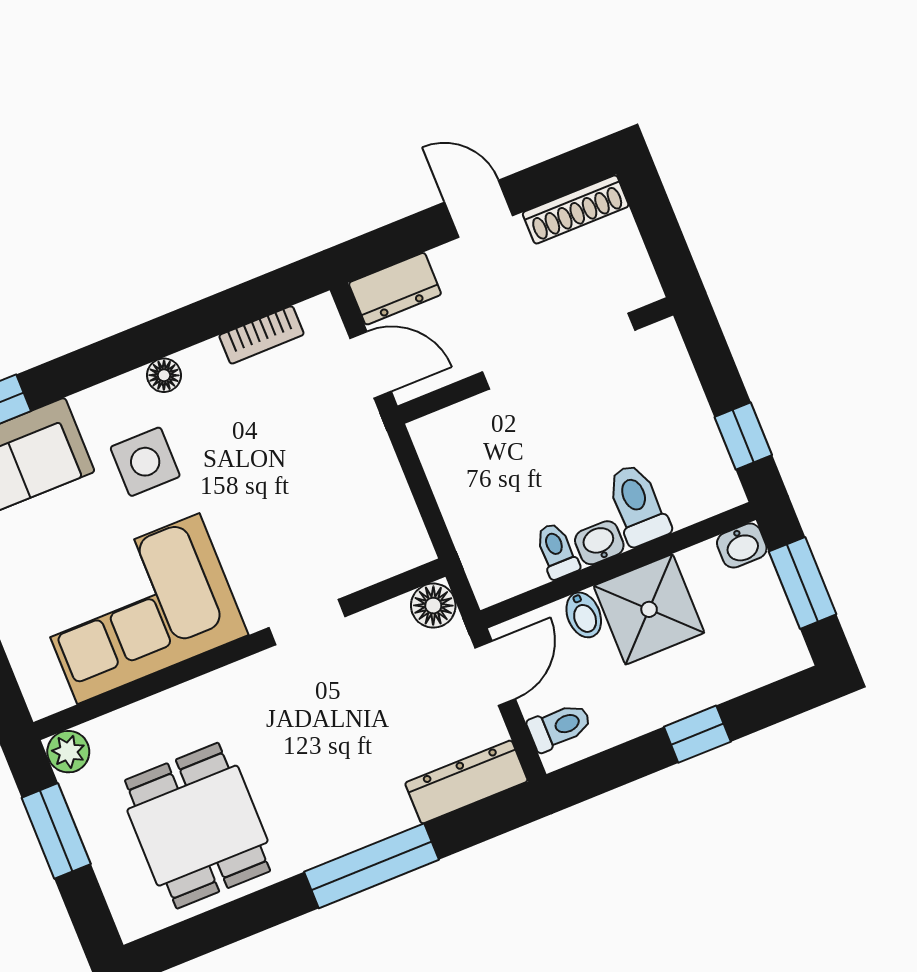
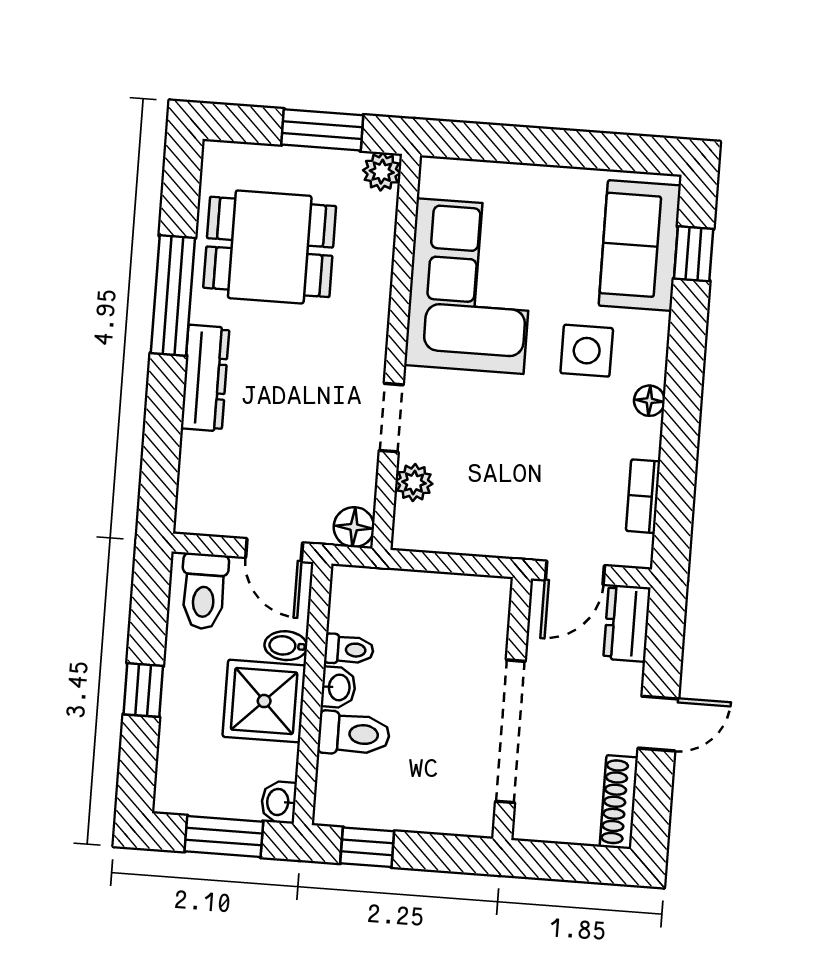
plant: (360, 568) -> (414, 482), added
toilet: (559, 727) -> (204, 591), width x1.37, depth x1.39
dresser: (466, 782) -> (205, 378), moved
window: (372, 866) -> (173, 296), moved

